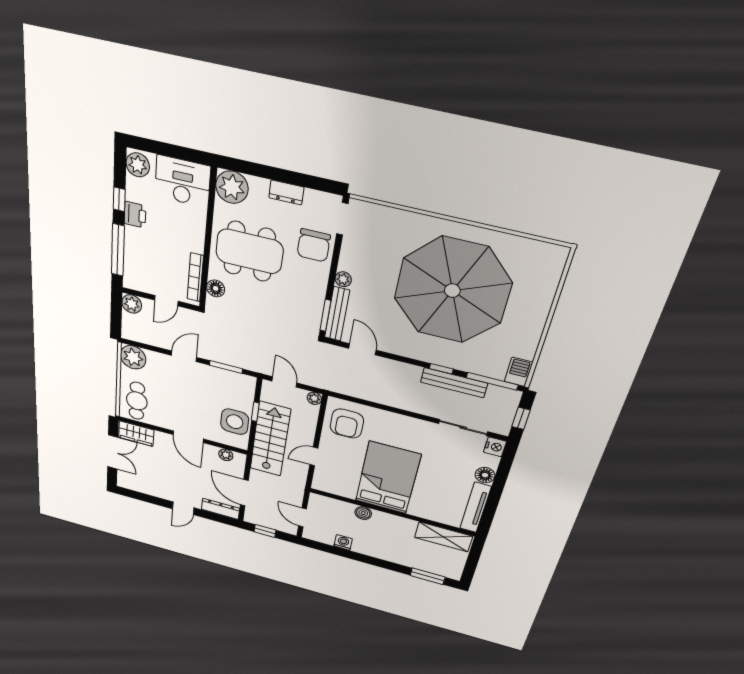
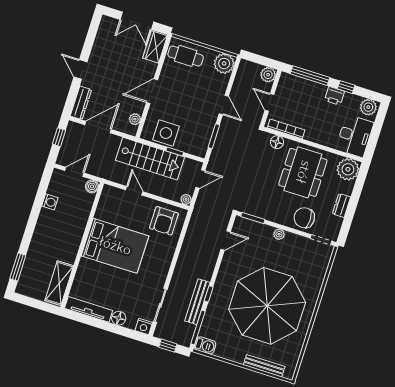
bench: (337, 314) -> (264, 366), moved
armchair: (347, 424) -> (164, 221), turned -90
boiler: (363, 513) -> (92, 186), moved

